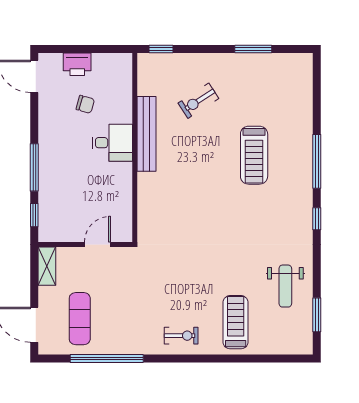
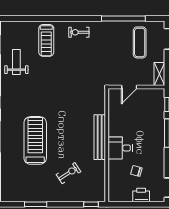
bench: (146, 134) -> (100, 137), moved
treadmill: (254, 155) -> (35, 140), width x1.37, depth x1.38

